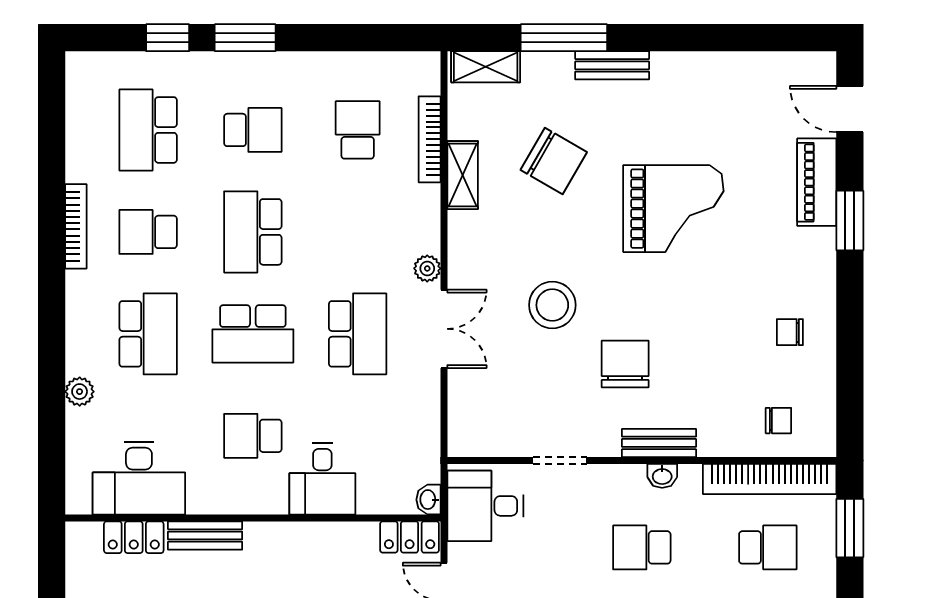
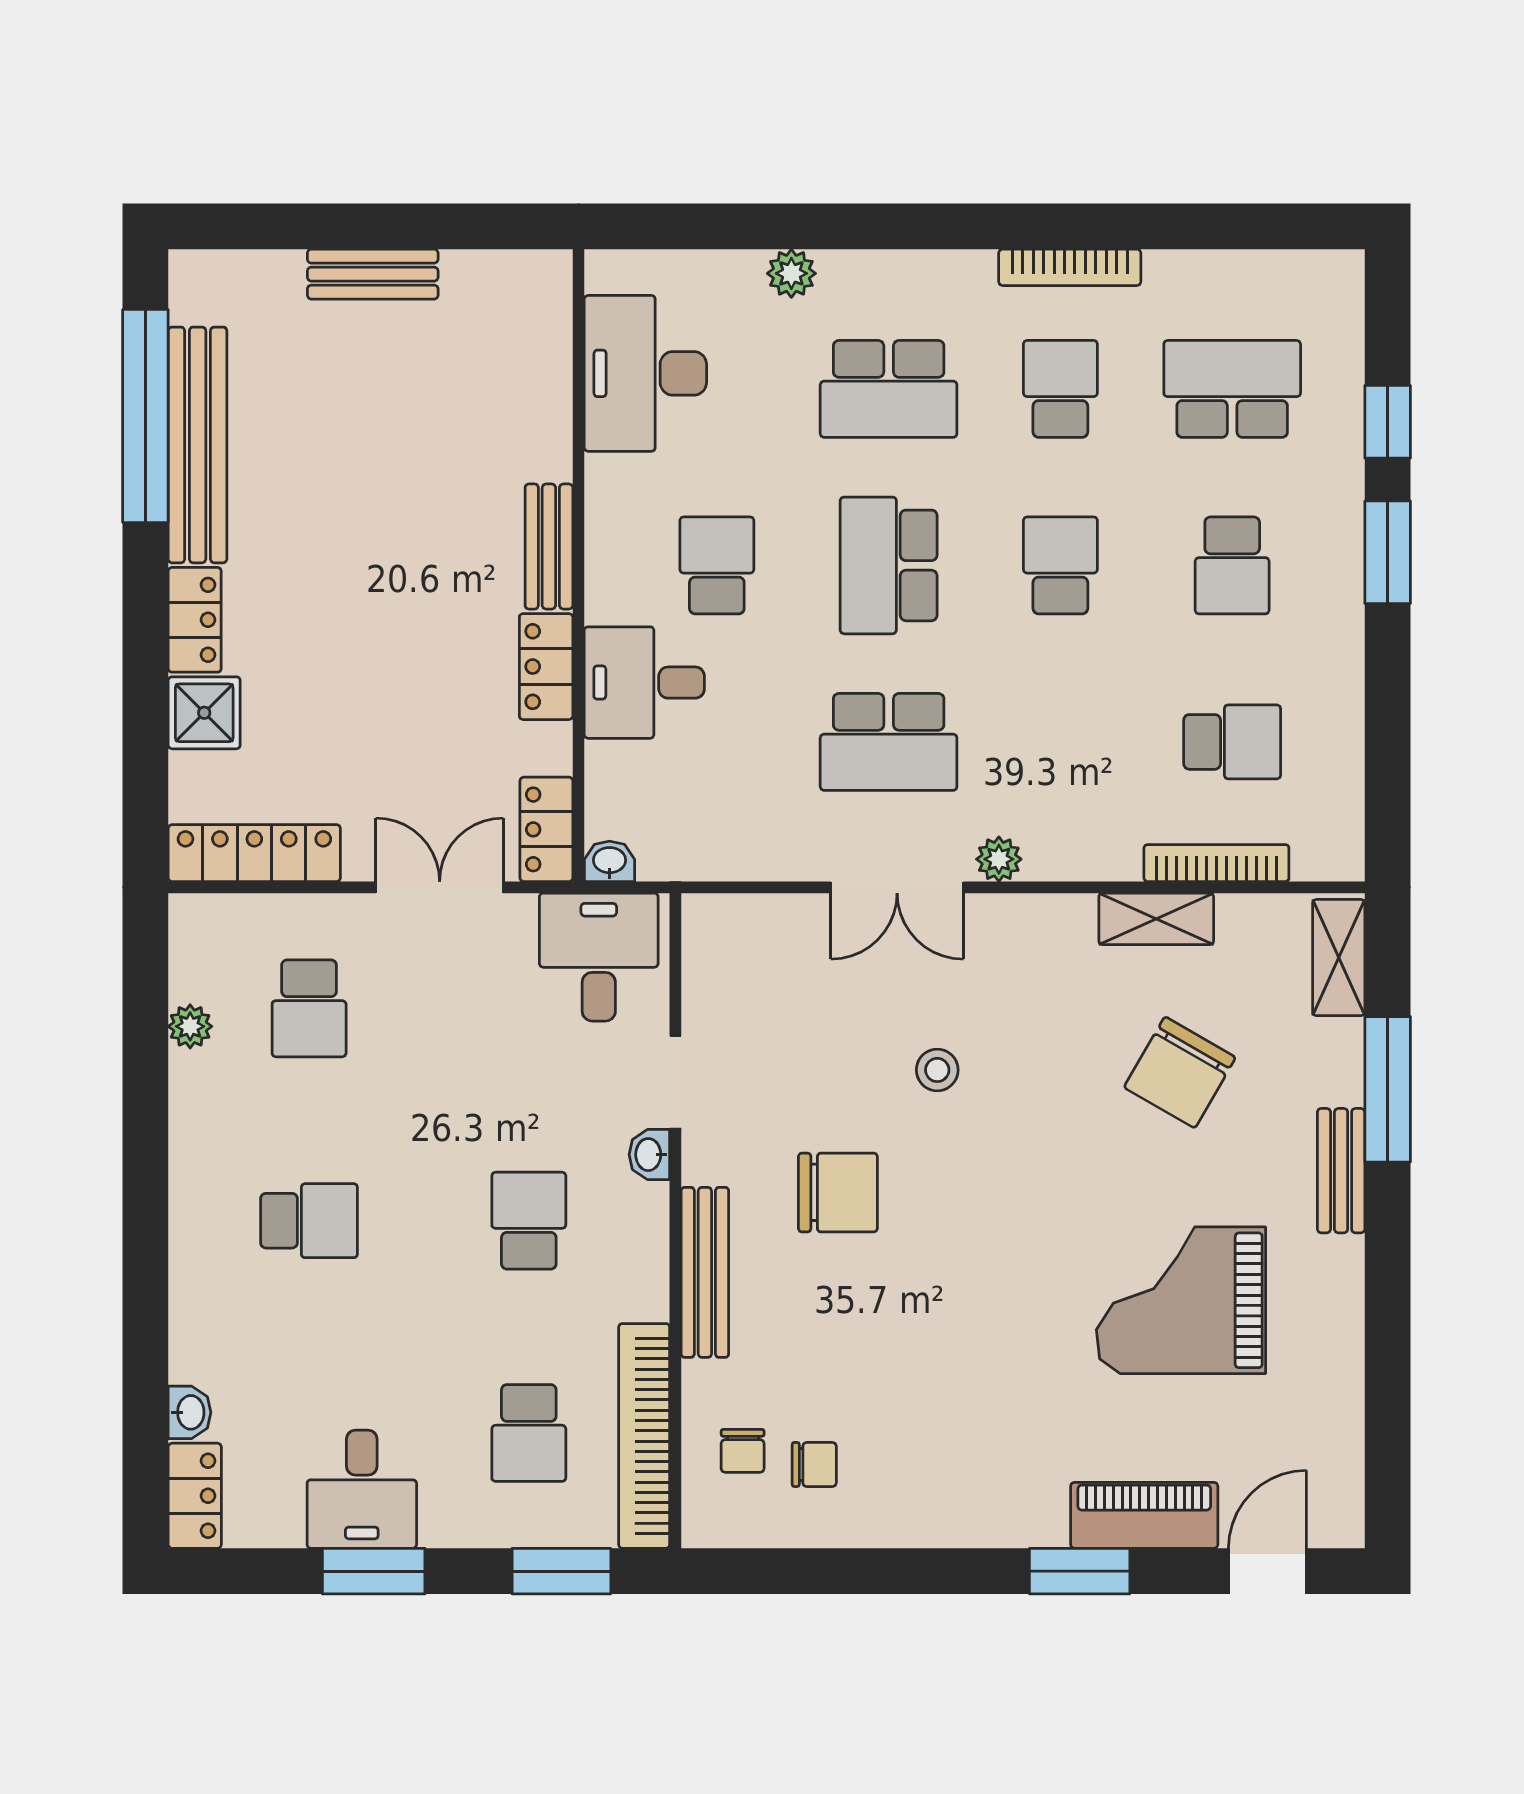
grand piano: (673, 209) -> (1181, 1300), moved, turned 90
school desk: (253, 232) -> (1060, 565), width x0.54
stool: (552, 305) -> (937, 1070), width x0.53, depth x0.53
chair: (790, 332) -> (814, 1464), moved, turned 90
bench: (659, 443) -> (705, 1272), width x1.36
washbasin: (662, 476) -> (649, 1155), moved
bench: (205, 535) -> (549, 546), moved
locker: (134, 537) -> (546, 667), moved

